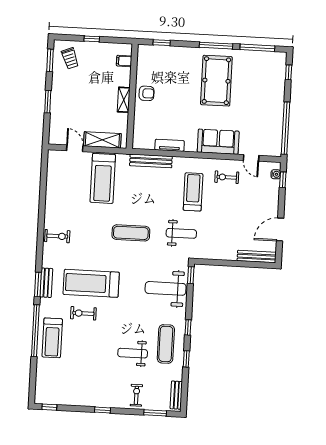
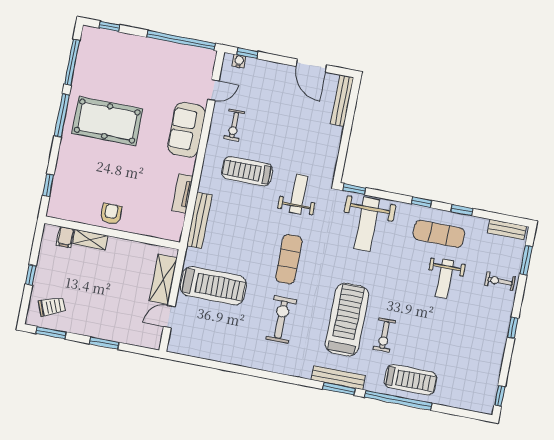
shelving: (124, 100) -> (90, 240), moved
exercise bike: (57, 236) -> (281, 320), moved, width x1.38, depth x1.39
bench: (46, 283) -> (338, 378), width x1.36
treadmill: (91, 283) -> (347, 320), turned 180

